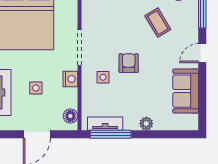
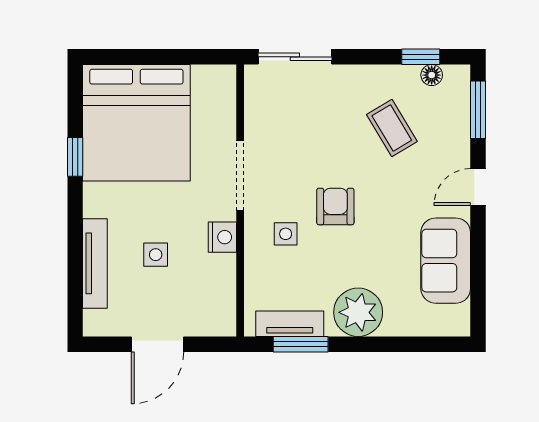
floor lamp: (70, 116) -> (223, 309), removed
plant: (146, 124) -> (358, 312), width x1.87, depth x1.87
window: (111, 134) -> (301, 344), width x0.69

